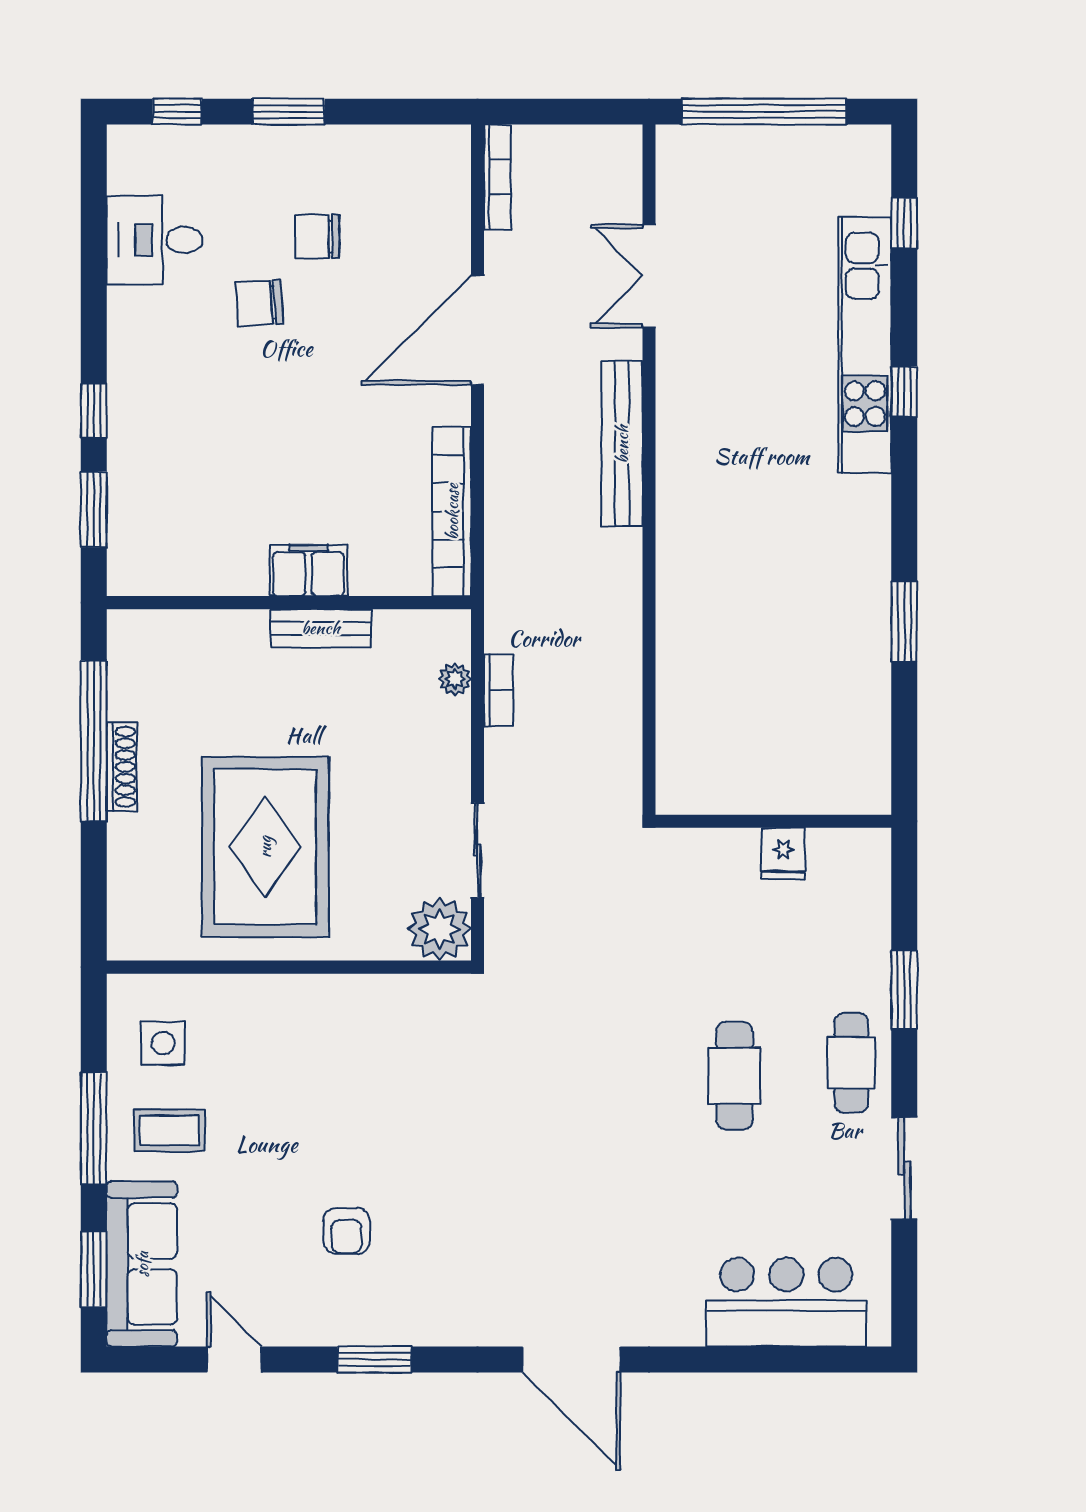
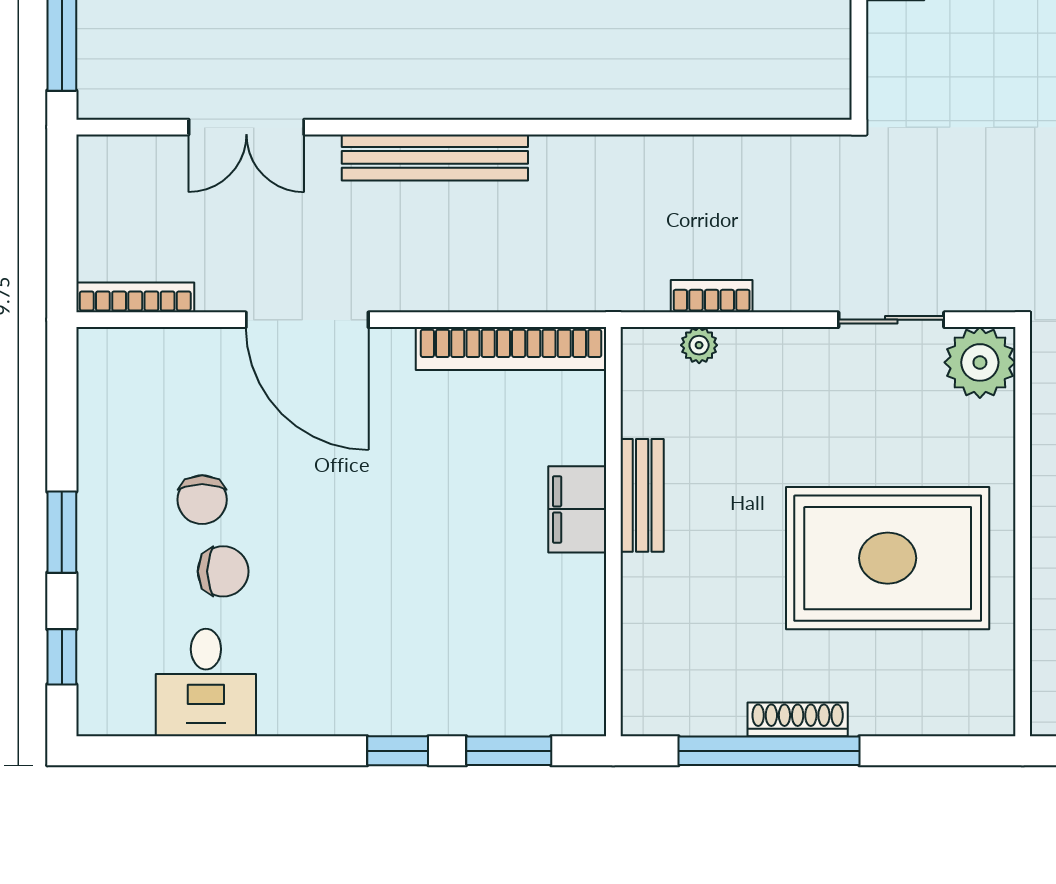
chair: (260, 303) -> (223, 571), moved, turned -86

